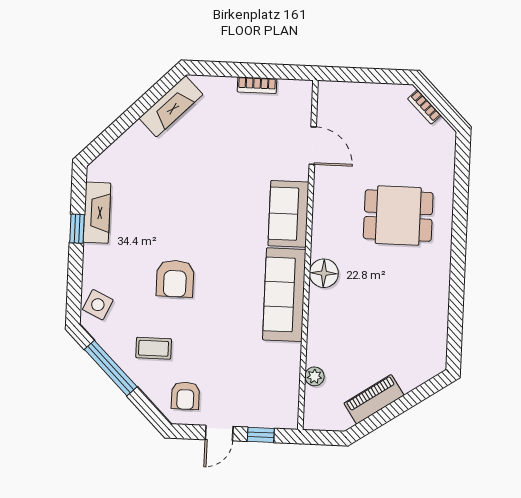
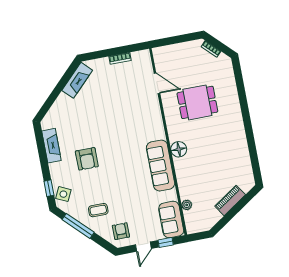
sofa: (288, 214) -> (171, 220), moved
dining table: (398, 216) -> (197, 102), moved
window: (77, 229) -> (49, 188), moved
armchair: (175, 279) -> (87, 159), moved
armchair: (185, 396) -> (121, 231), turned 180
piano: (374, 399) -> (230, 200), moved

